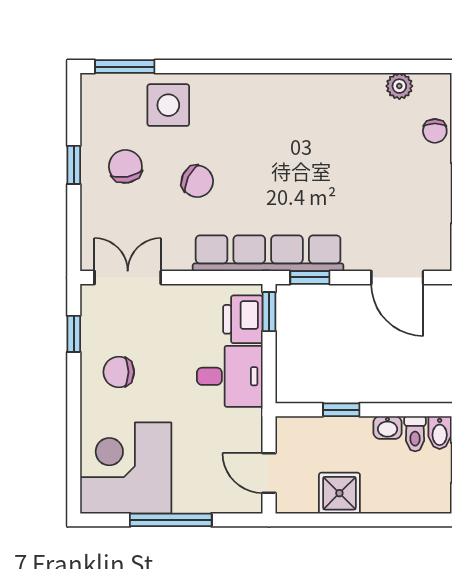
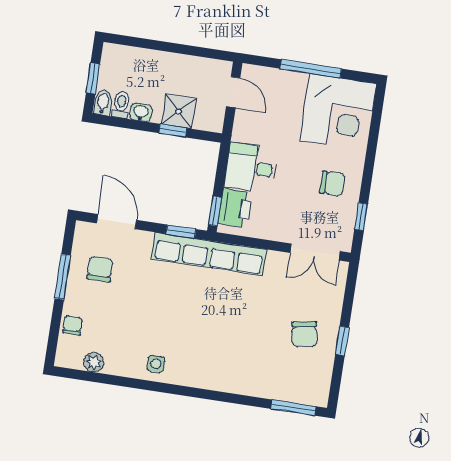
side table: (168, 105) -> (156, 364), moved, width x0.54, depth x0.54
chair: (197, 181) -> (100, 269), moved, turned 64
shower: (339, 493) -> (179, 111), moved

